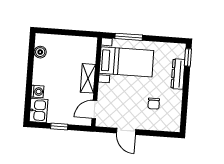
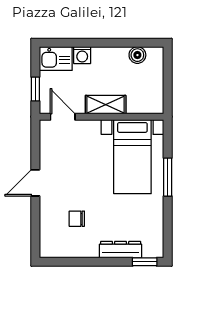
bed with nightstands: (126, 62) -> (132, 157), moved
shelving: (88, 78) -> (106, 105), moved
wall: (96, 82) -> (101, 117), moved
door: (94, 109) -> (63, 117), moved

